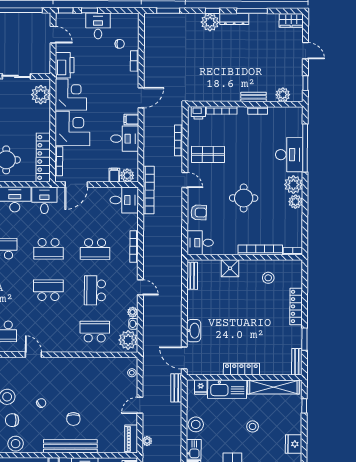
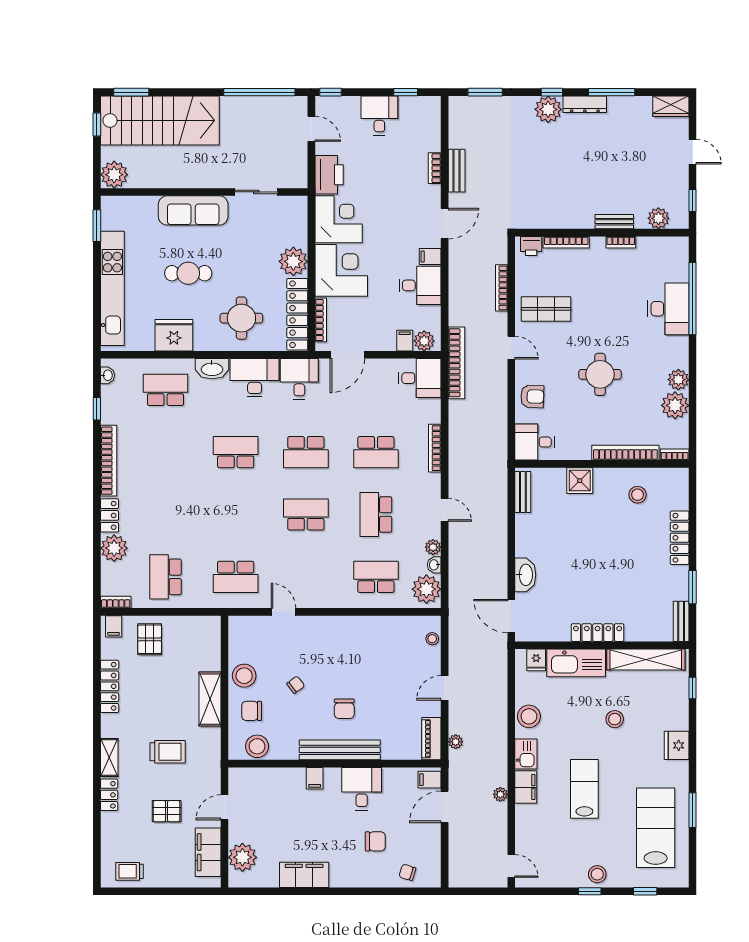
window: (90, 10) -> (406, 92), moved
chair: (120, 44) -> (412, 142), removed
plant: (41, 95) -> (293, 261), moved
plant: (293, 185) -> (675, 405), moved
bench: (176, 388) -> (457, 171), moved

